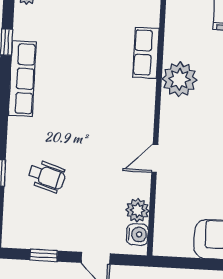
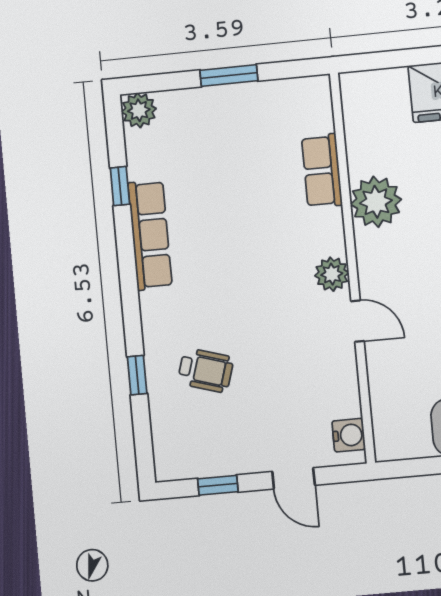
door: (155, 158) -> (357, 321), swing flipped
plant: (137, 210) -> (332, 274), moved

